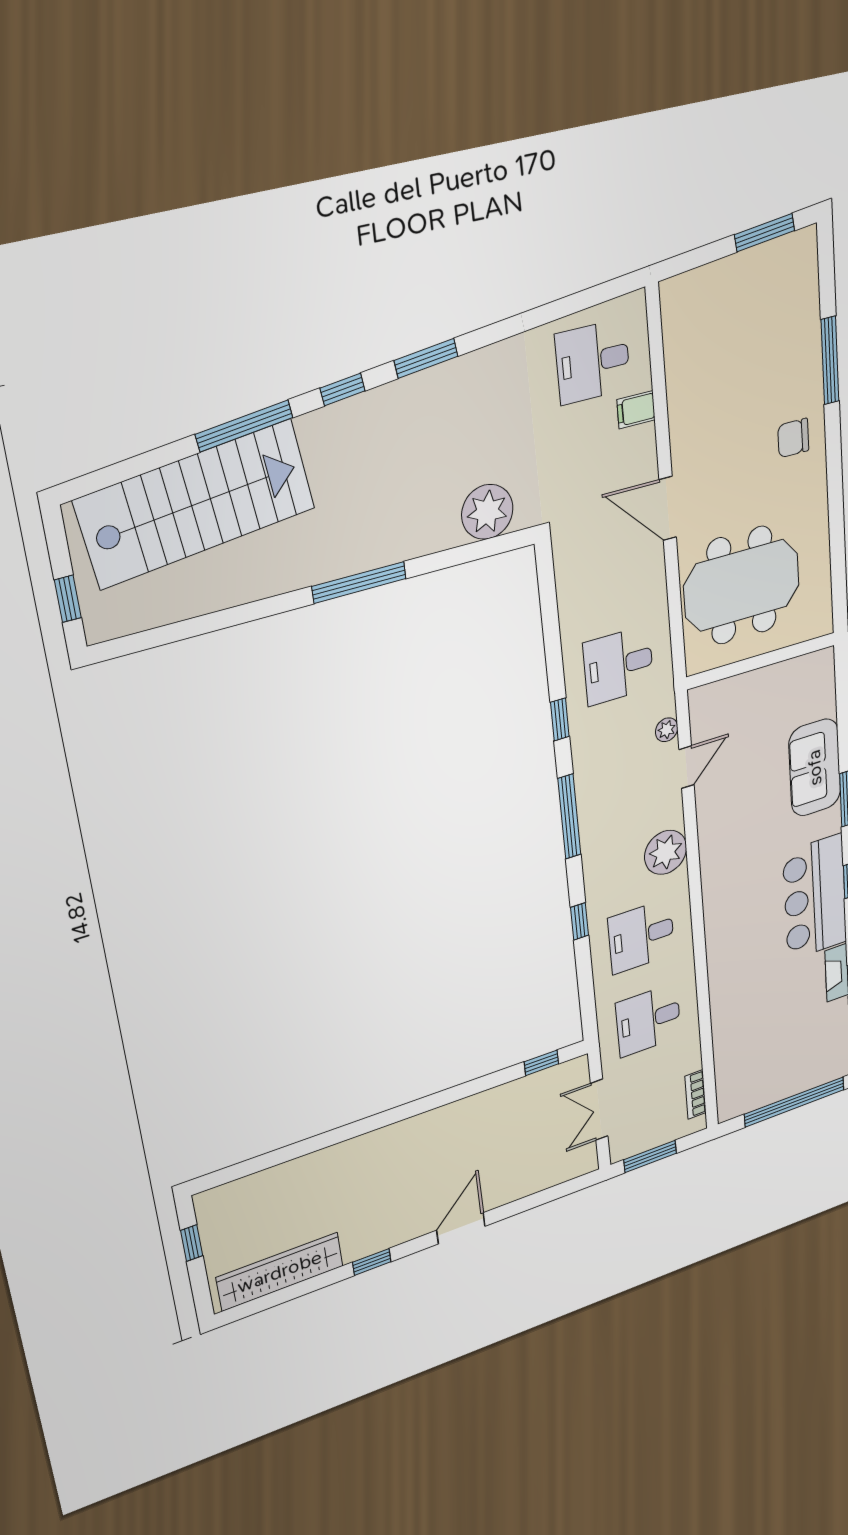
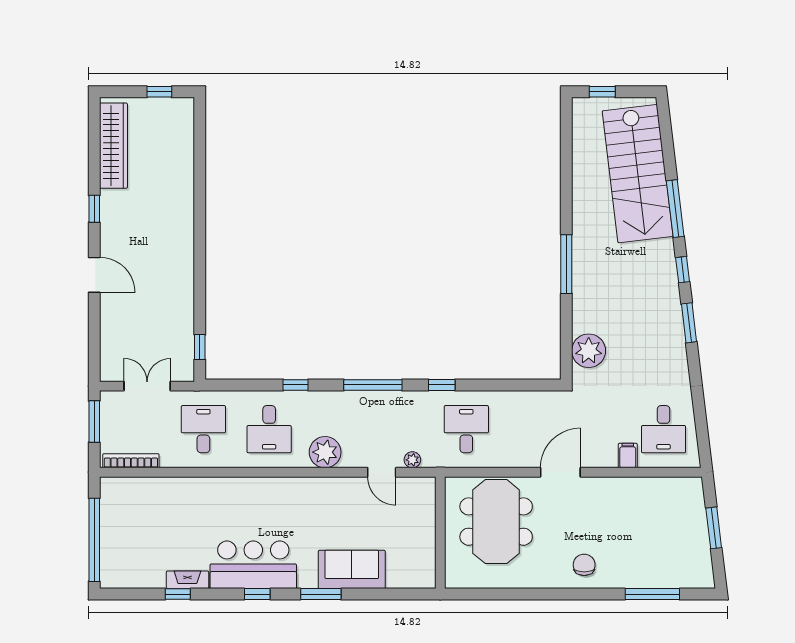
window: (765, 233) -> (714, 528), moved
window: (830, 361) -> (652, 594), moved
desk: (593, 362) -> (664, 429), turned 180
desk: (641, 936) -> (269, 429), turned 180
bookcase: (695, 1094) -> (131, 461), width x1.56

